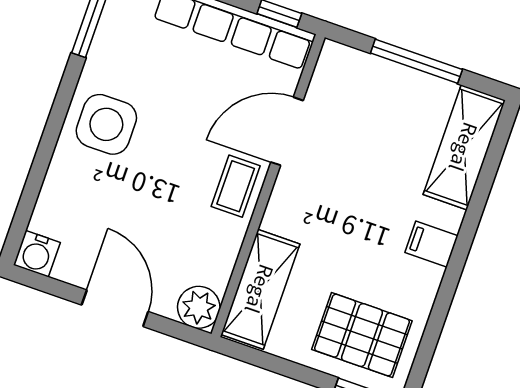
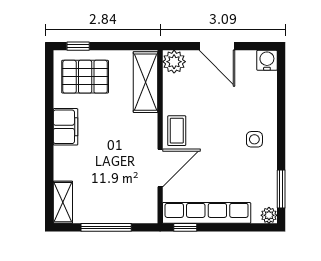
side table: (106, 124) -> (254, 139), width x0.54, depth x0.54
shelving: (464, 147) -> (63, 202), width x0.67, depth x0.75
filing cabinet: (432, 244) -> (66, 127), width x2.00

